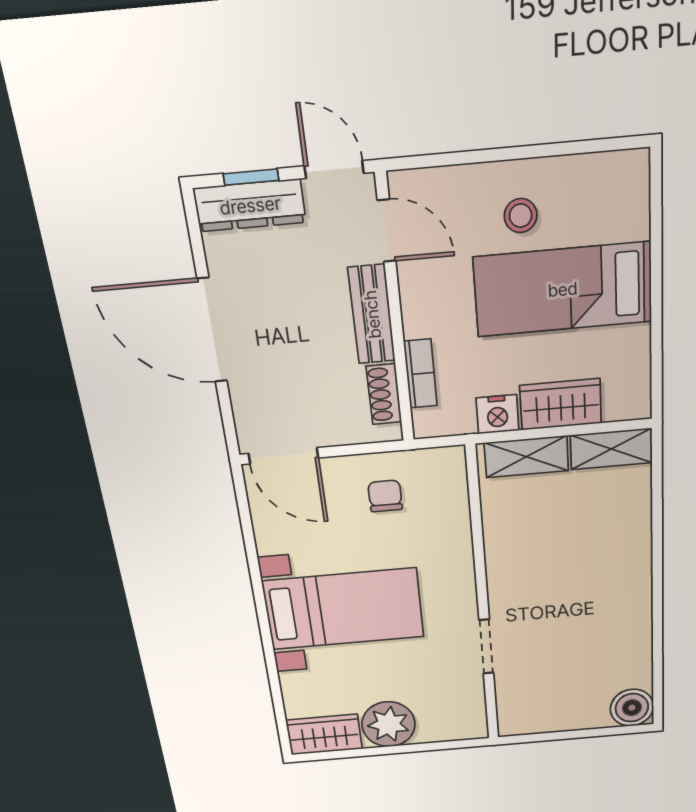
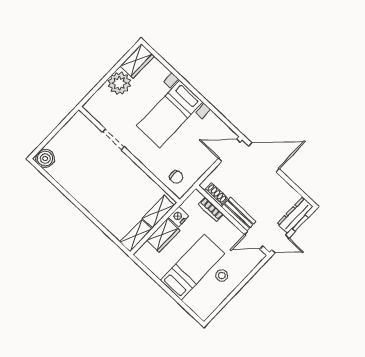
door: (212, 330) -> (264, 157), moved
chair: (385, 496) -> (176, 177), moved

